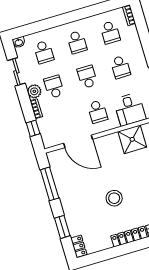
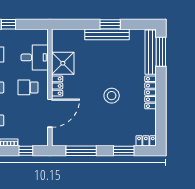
school desk: (97, 112) -> (28, 87), turned 180
locker: (108, 140) -> (57, 86), added

